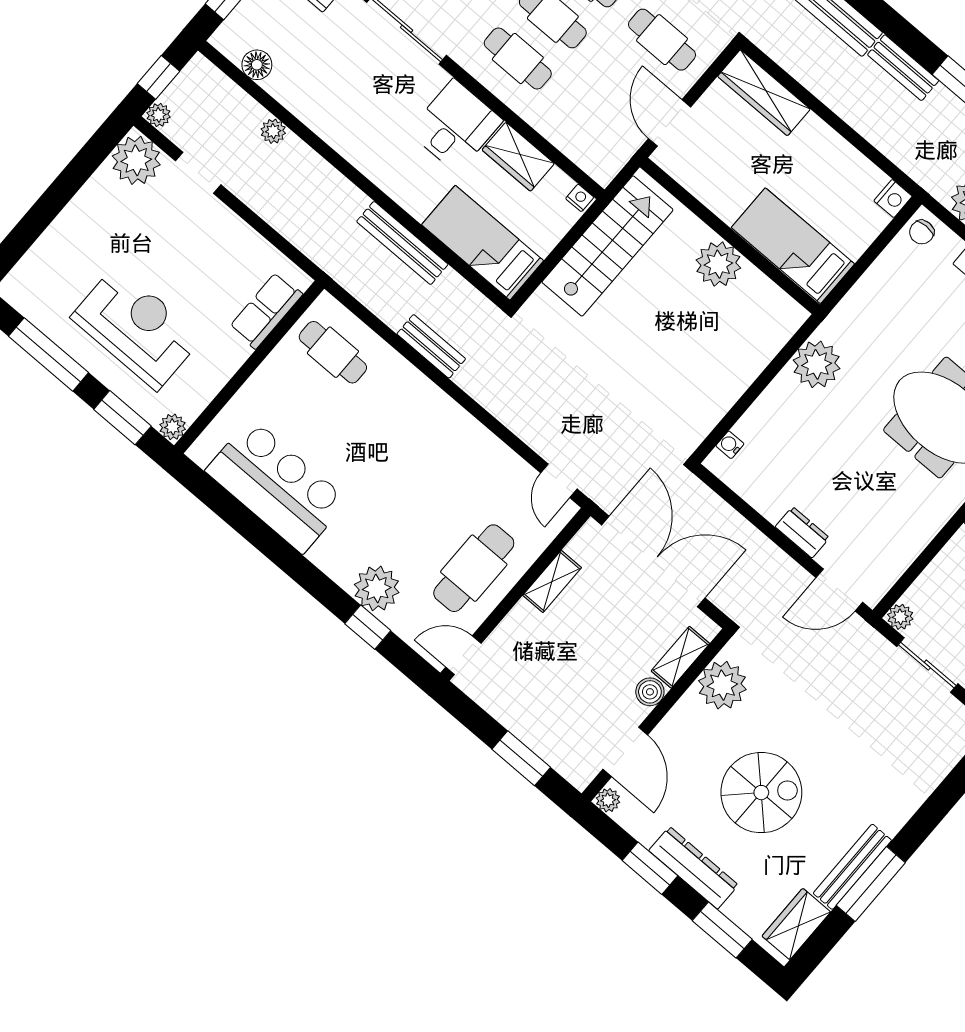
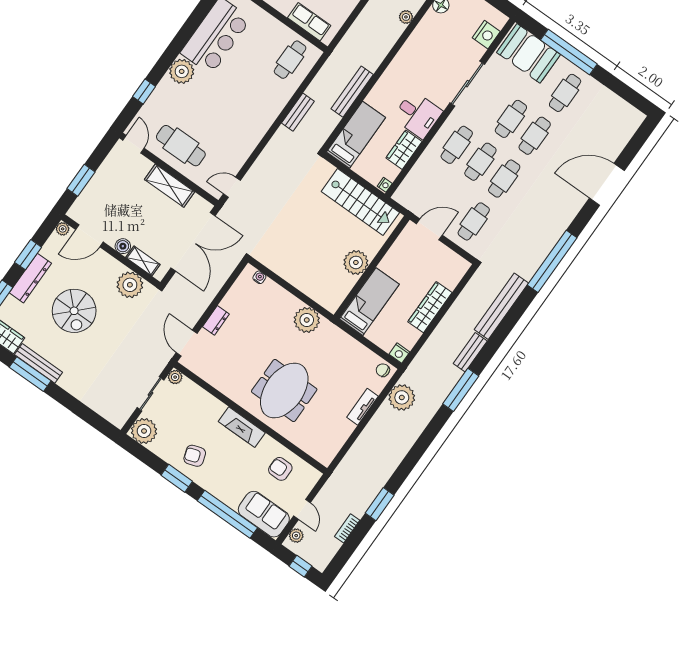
wardrobe: (764, 93) -> (430, 307), moved
shelving: (552, 581) -> (169, 186), width x1.50, depth x1.33
plant: (377, 588) -> (182, 71), moved

